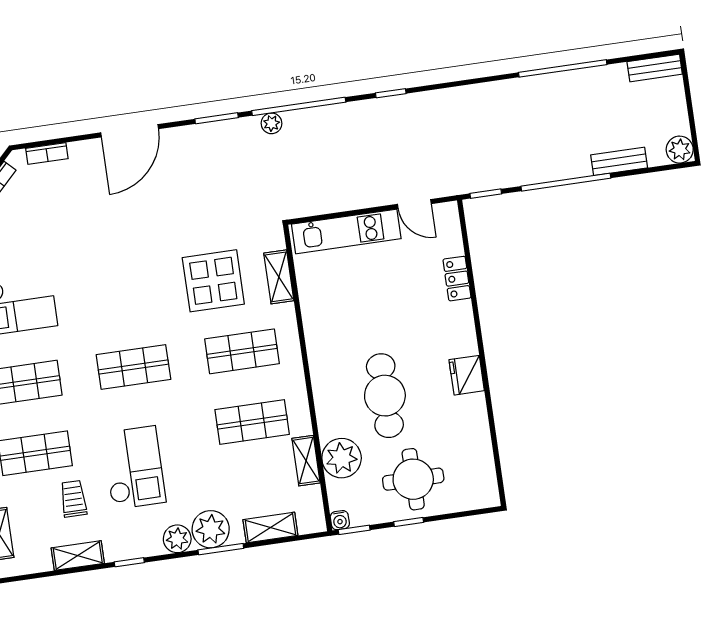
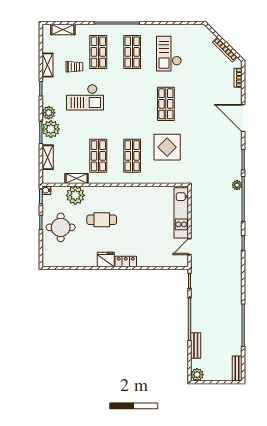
shelving: (279, 277) -> (165, 178), removed
locker: (457, 279) -> (126, 261), moved
shop shelf: (133, 367) -> (166, 104), moved
cafe table: (385, 396) -> (102, 220), width x0.73, depth x0.74

